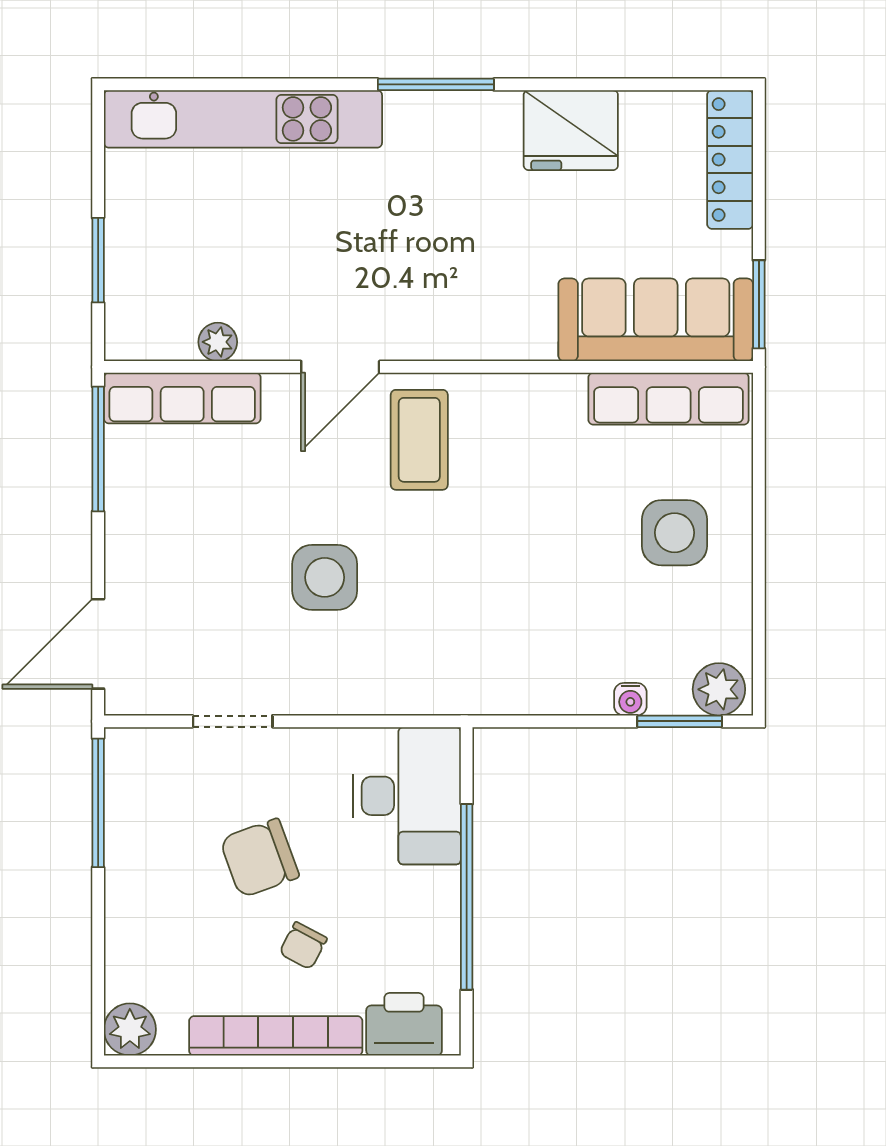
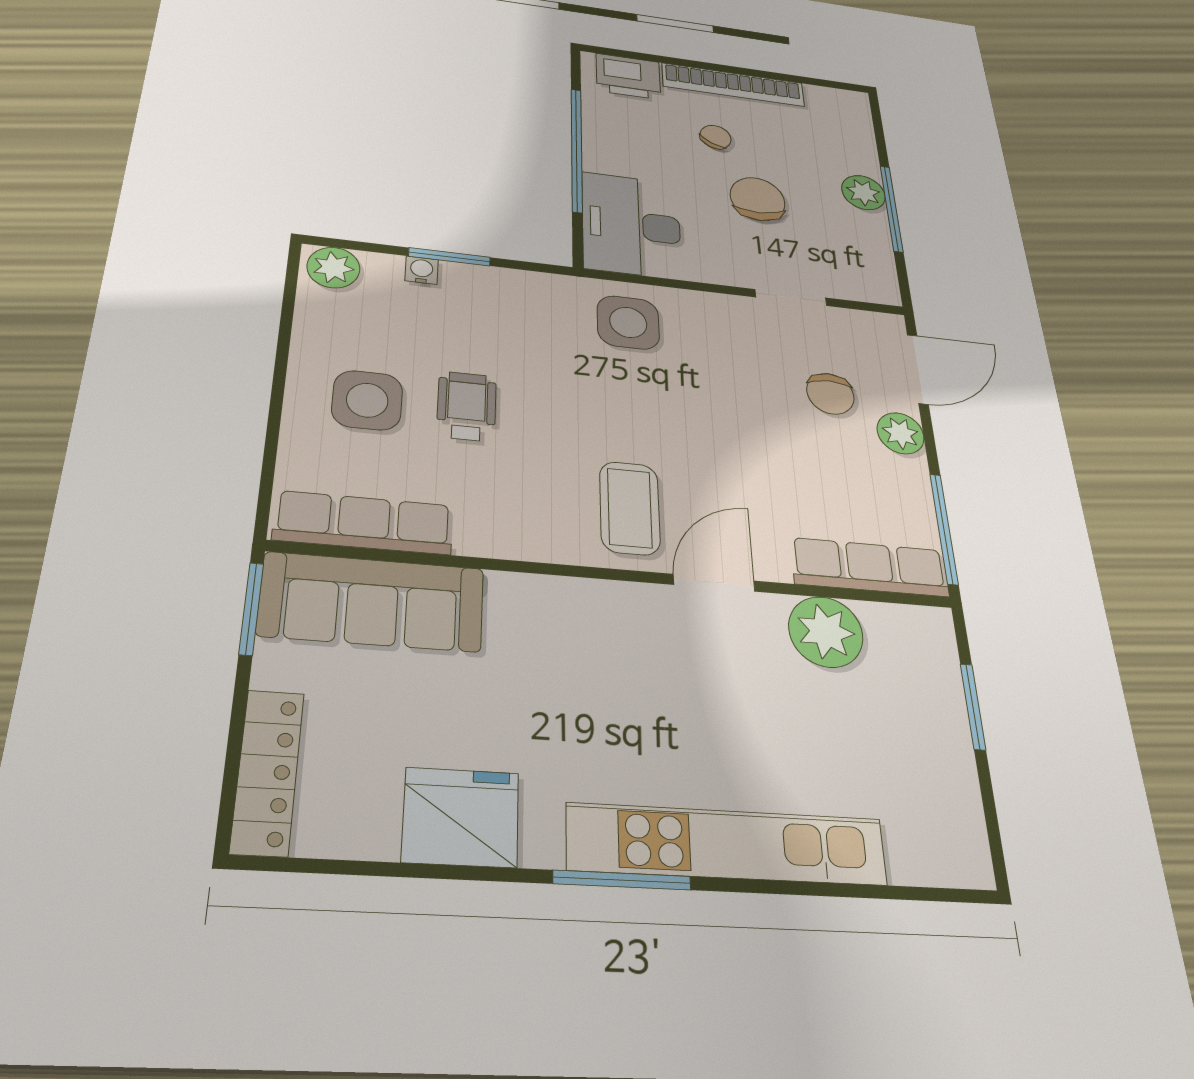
kitchen unit: (243, 119) -> (728, 844), moved
plant: (218, 342) -> (826, 632), width x1.88, depth x1.88
wheelchair: (579, 537) -> (467, 406), added
plant: (129, 559) -> (901, 433), added
side table: (325, 577) -> (628, 322), moved
chair: (201, 599) -> (830, 394), added
window: (680, 721) -> (449, 257), moved
window: (98, 803) -> (891, 209), moved
chair: (259, 858) -> (758, 199), turned -72
plant: (130, 1029) -> (863, 193), moved

